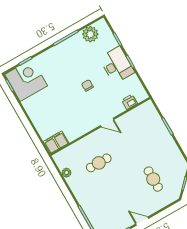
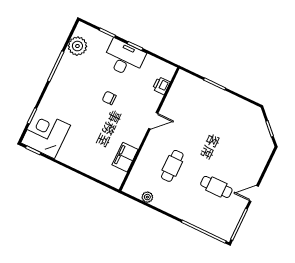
filing cabinet: (56, 142) -> (125, 157), moved
cafe table: (153, 179) -> (216, 187), moved

